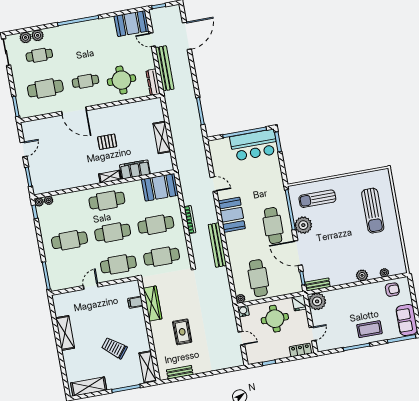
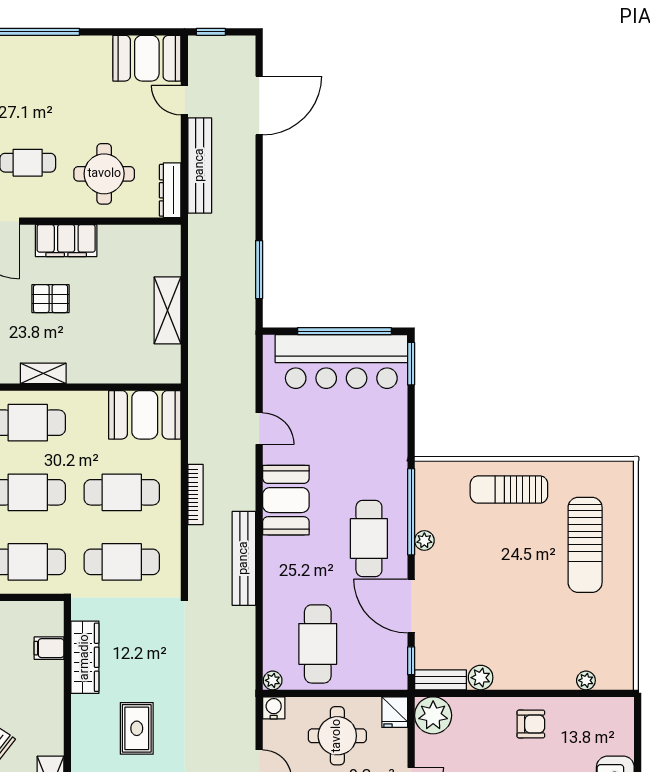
bar counter: (254, 145) -> (341, 361), width x1.36
filing cabinet: (135, 169) -> (66, 241), moved, turned 180
sun lounger: (317, 199) -> (509, 490), moved
plant: (303, 225) -> (424, 541), width x0.53, depth x0.53
plant: (362, 275) -> (481, 678), moved
armchair: (392, 290) -> (531, 724), moved

